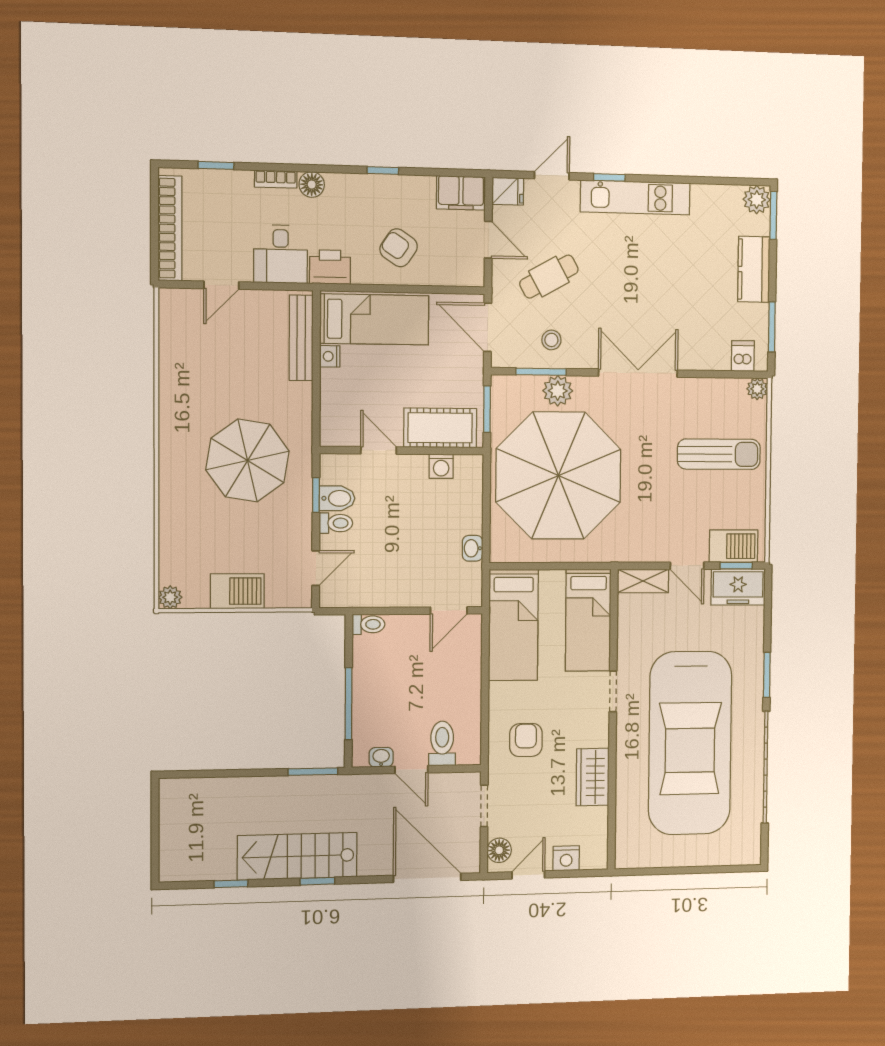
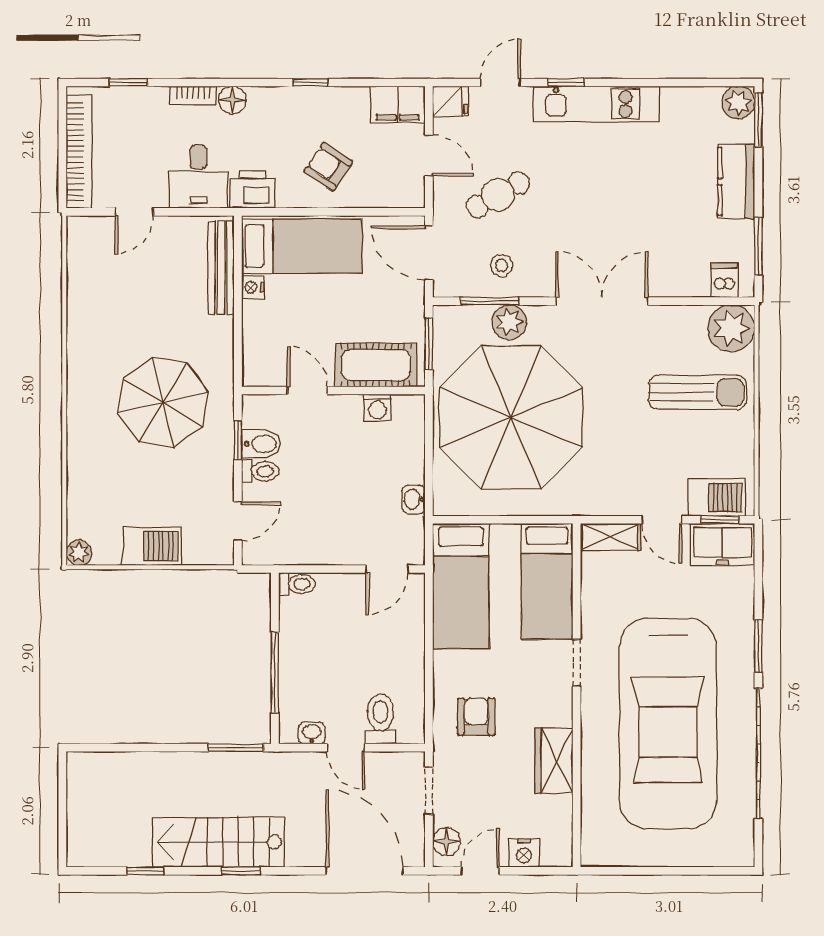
plant: (757, 389) -> (731, 328), width x1.87, depth x1.87

